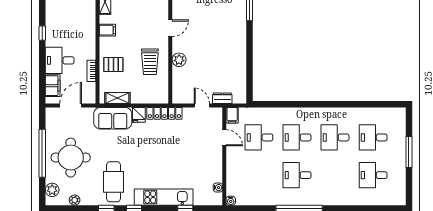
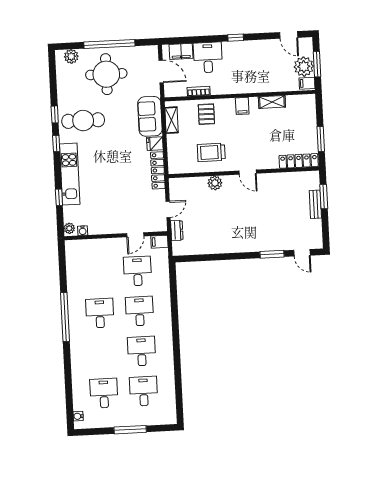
plant: (75, 200) -> (69, 228), moved
water cooler: (231, 201) -> (78, 416), moved

